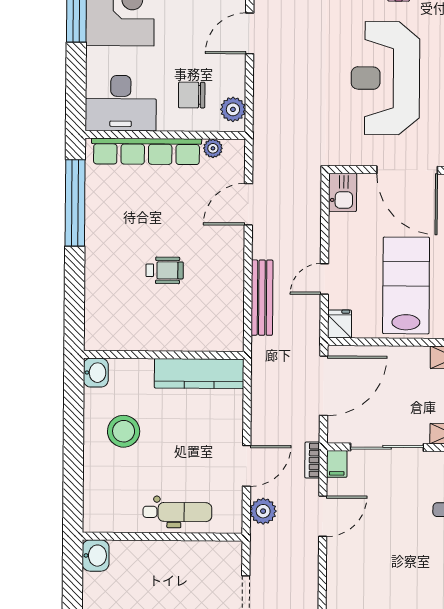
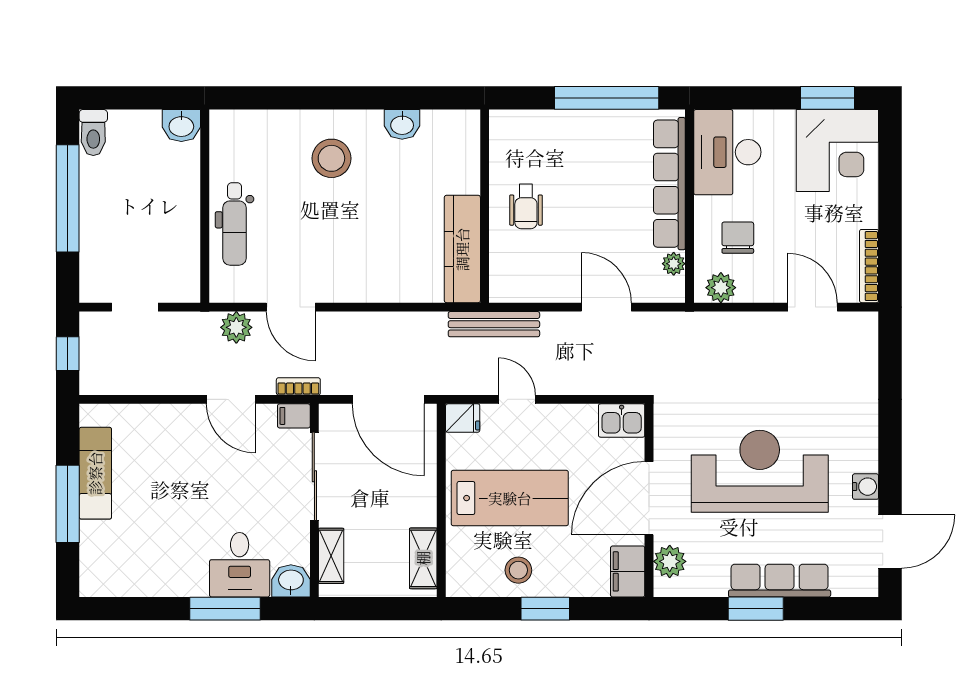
wall: (164, 355) -> (485, 206), moved
kitchen counter: (199, 374) -> (462, 249), moved

